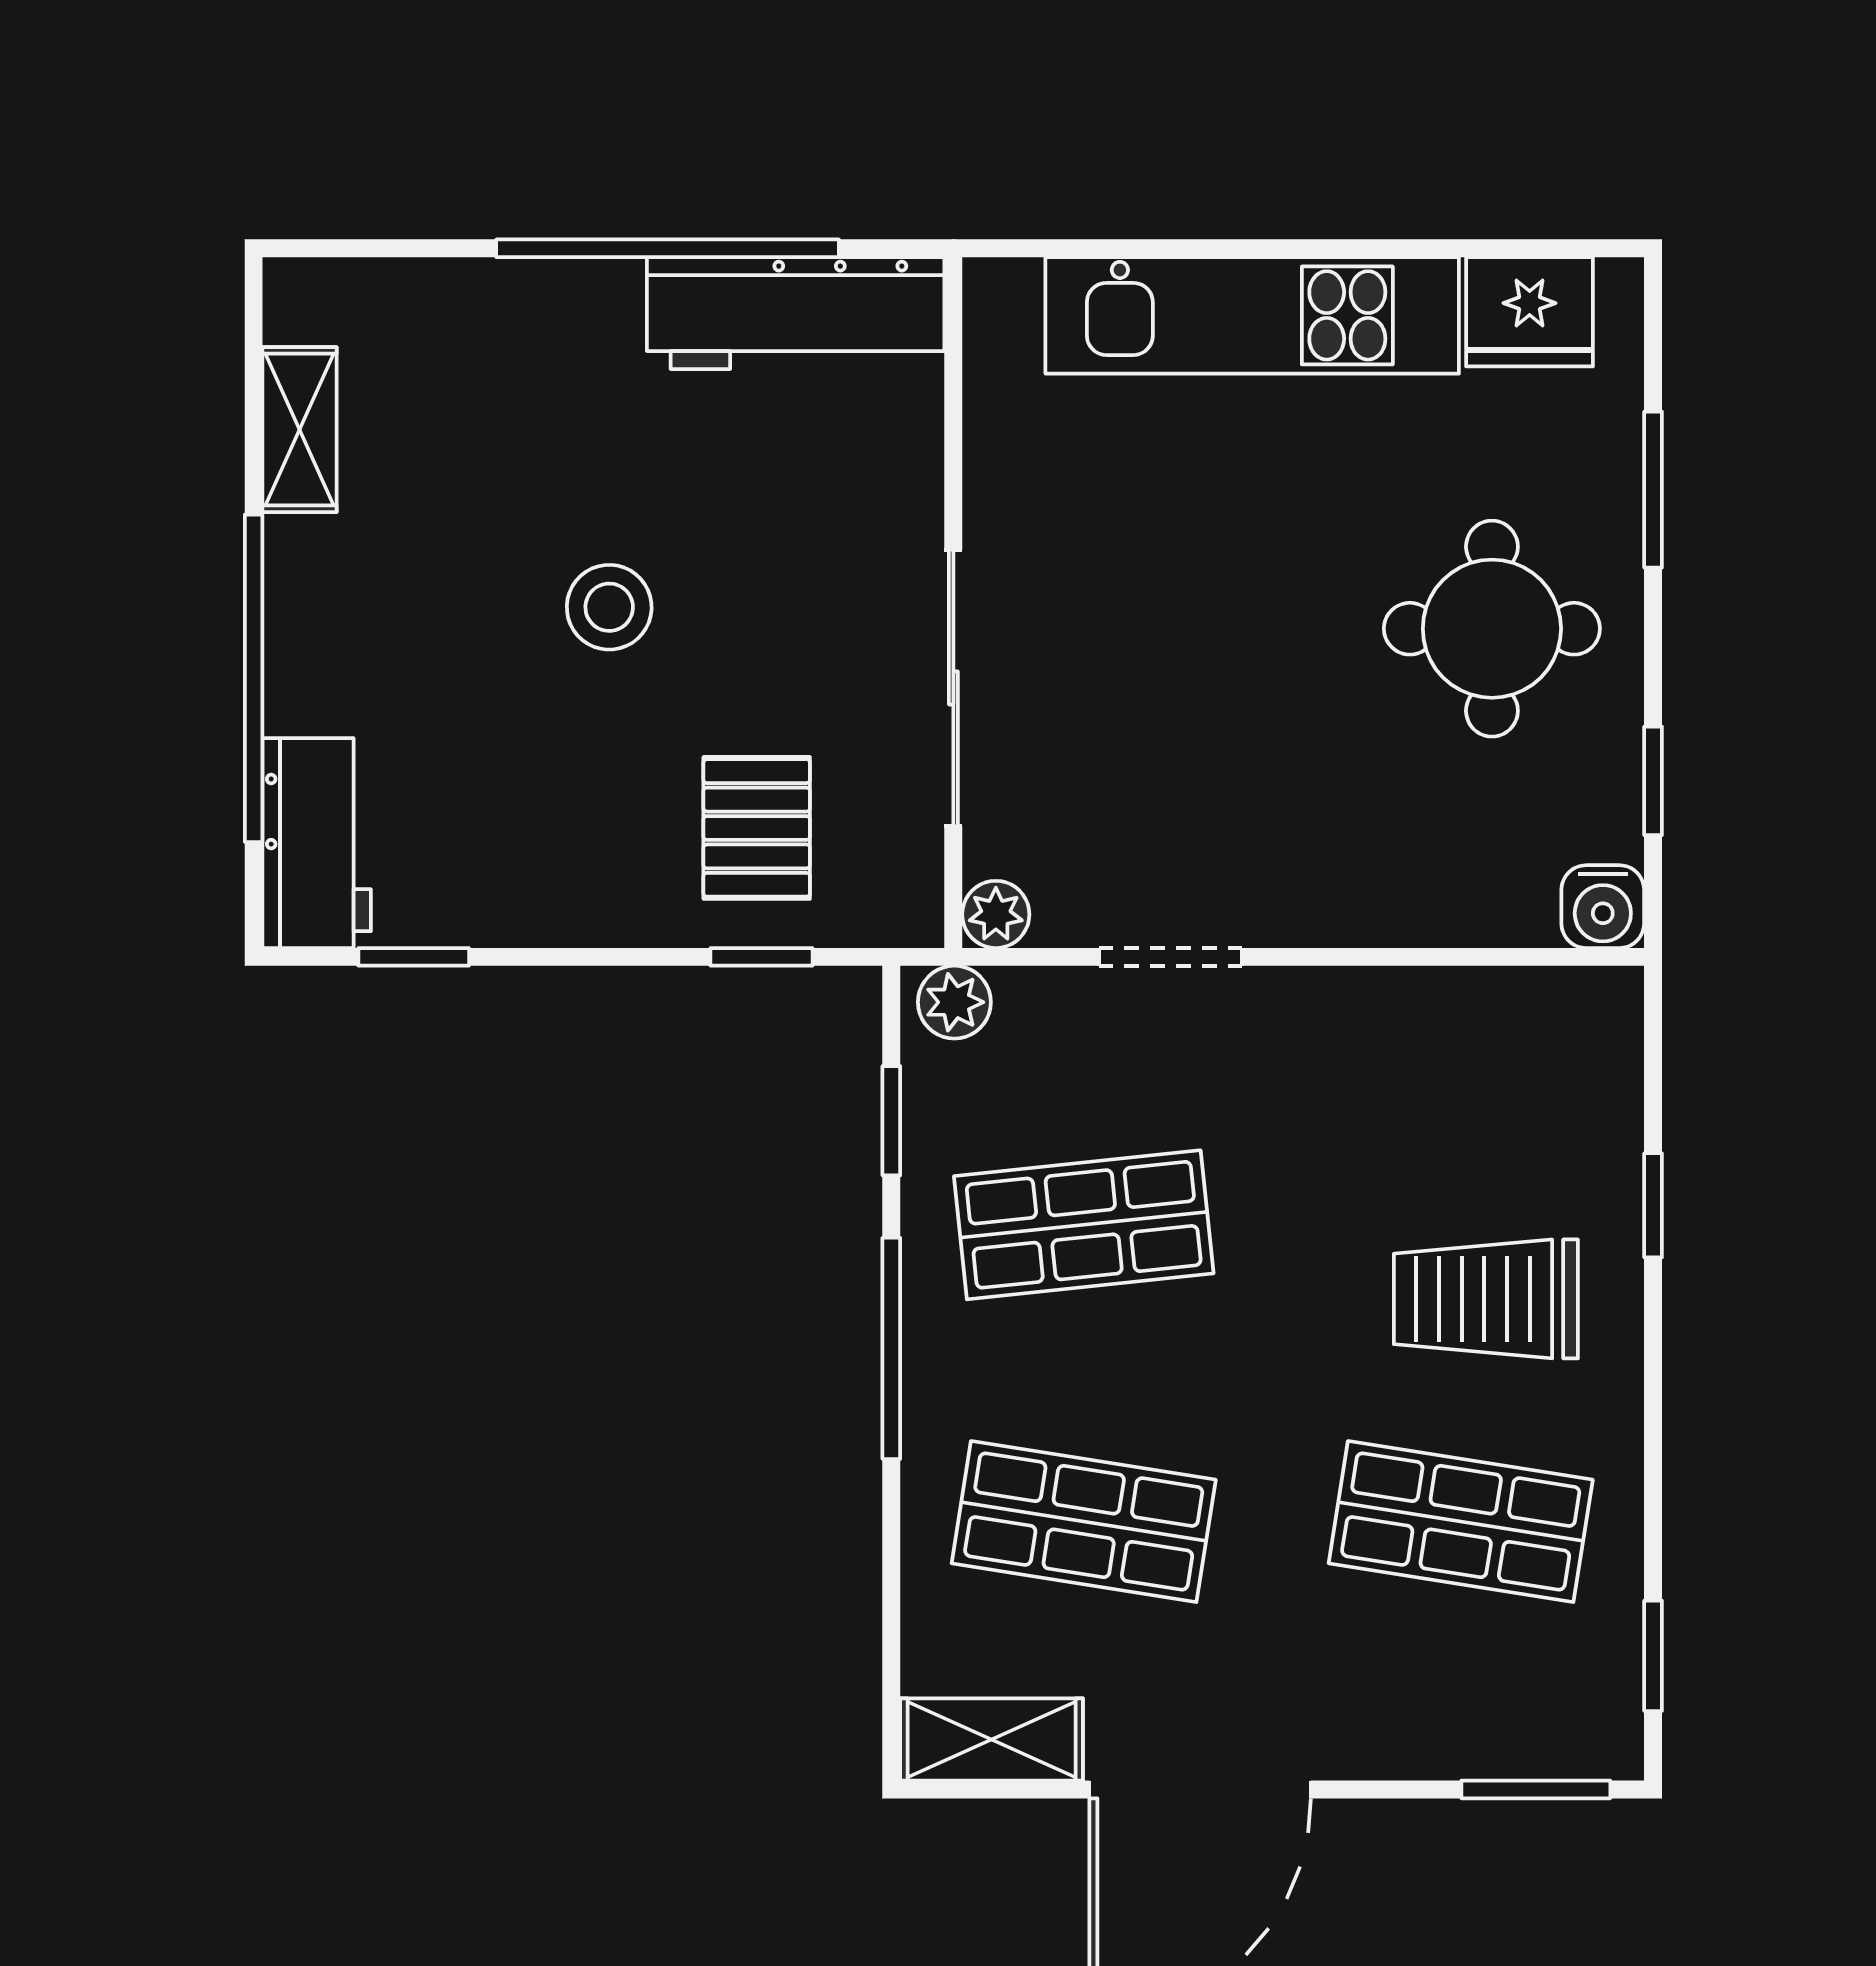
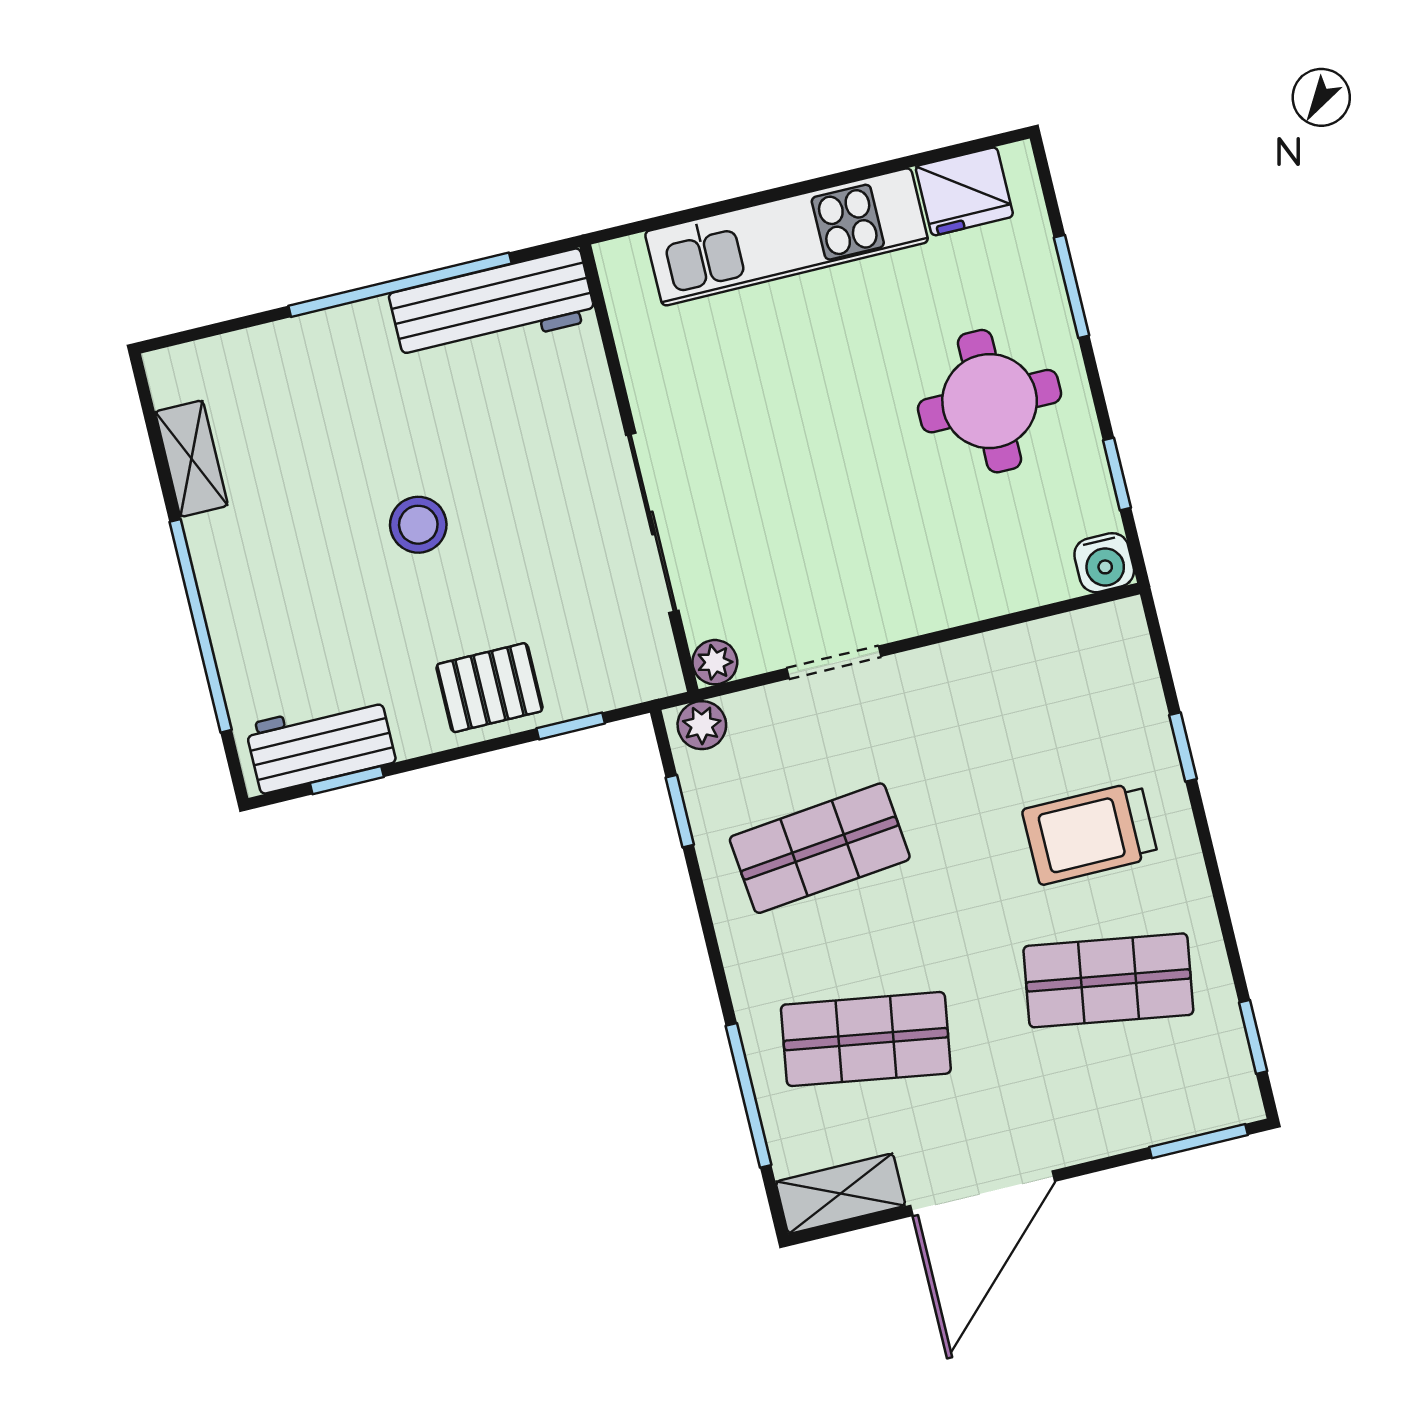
pallet: (757, 828) -> (489, 688), moved, turned 90
workbench: (317, 843) -> (321, 744), moved, turned -90
window: (891, 1348) -> (749, 1095), moved

